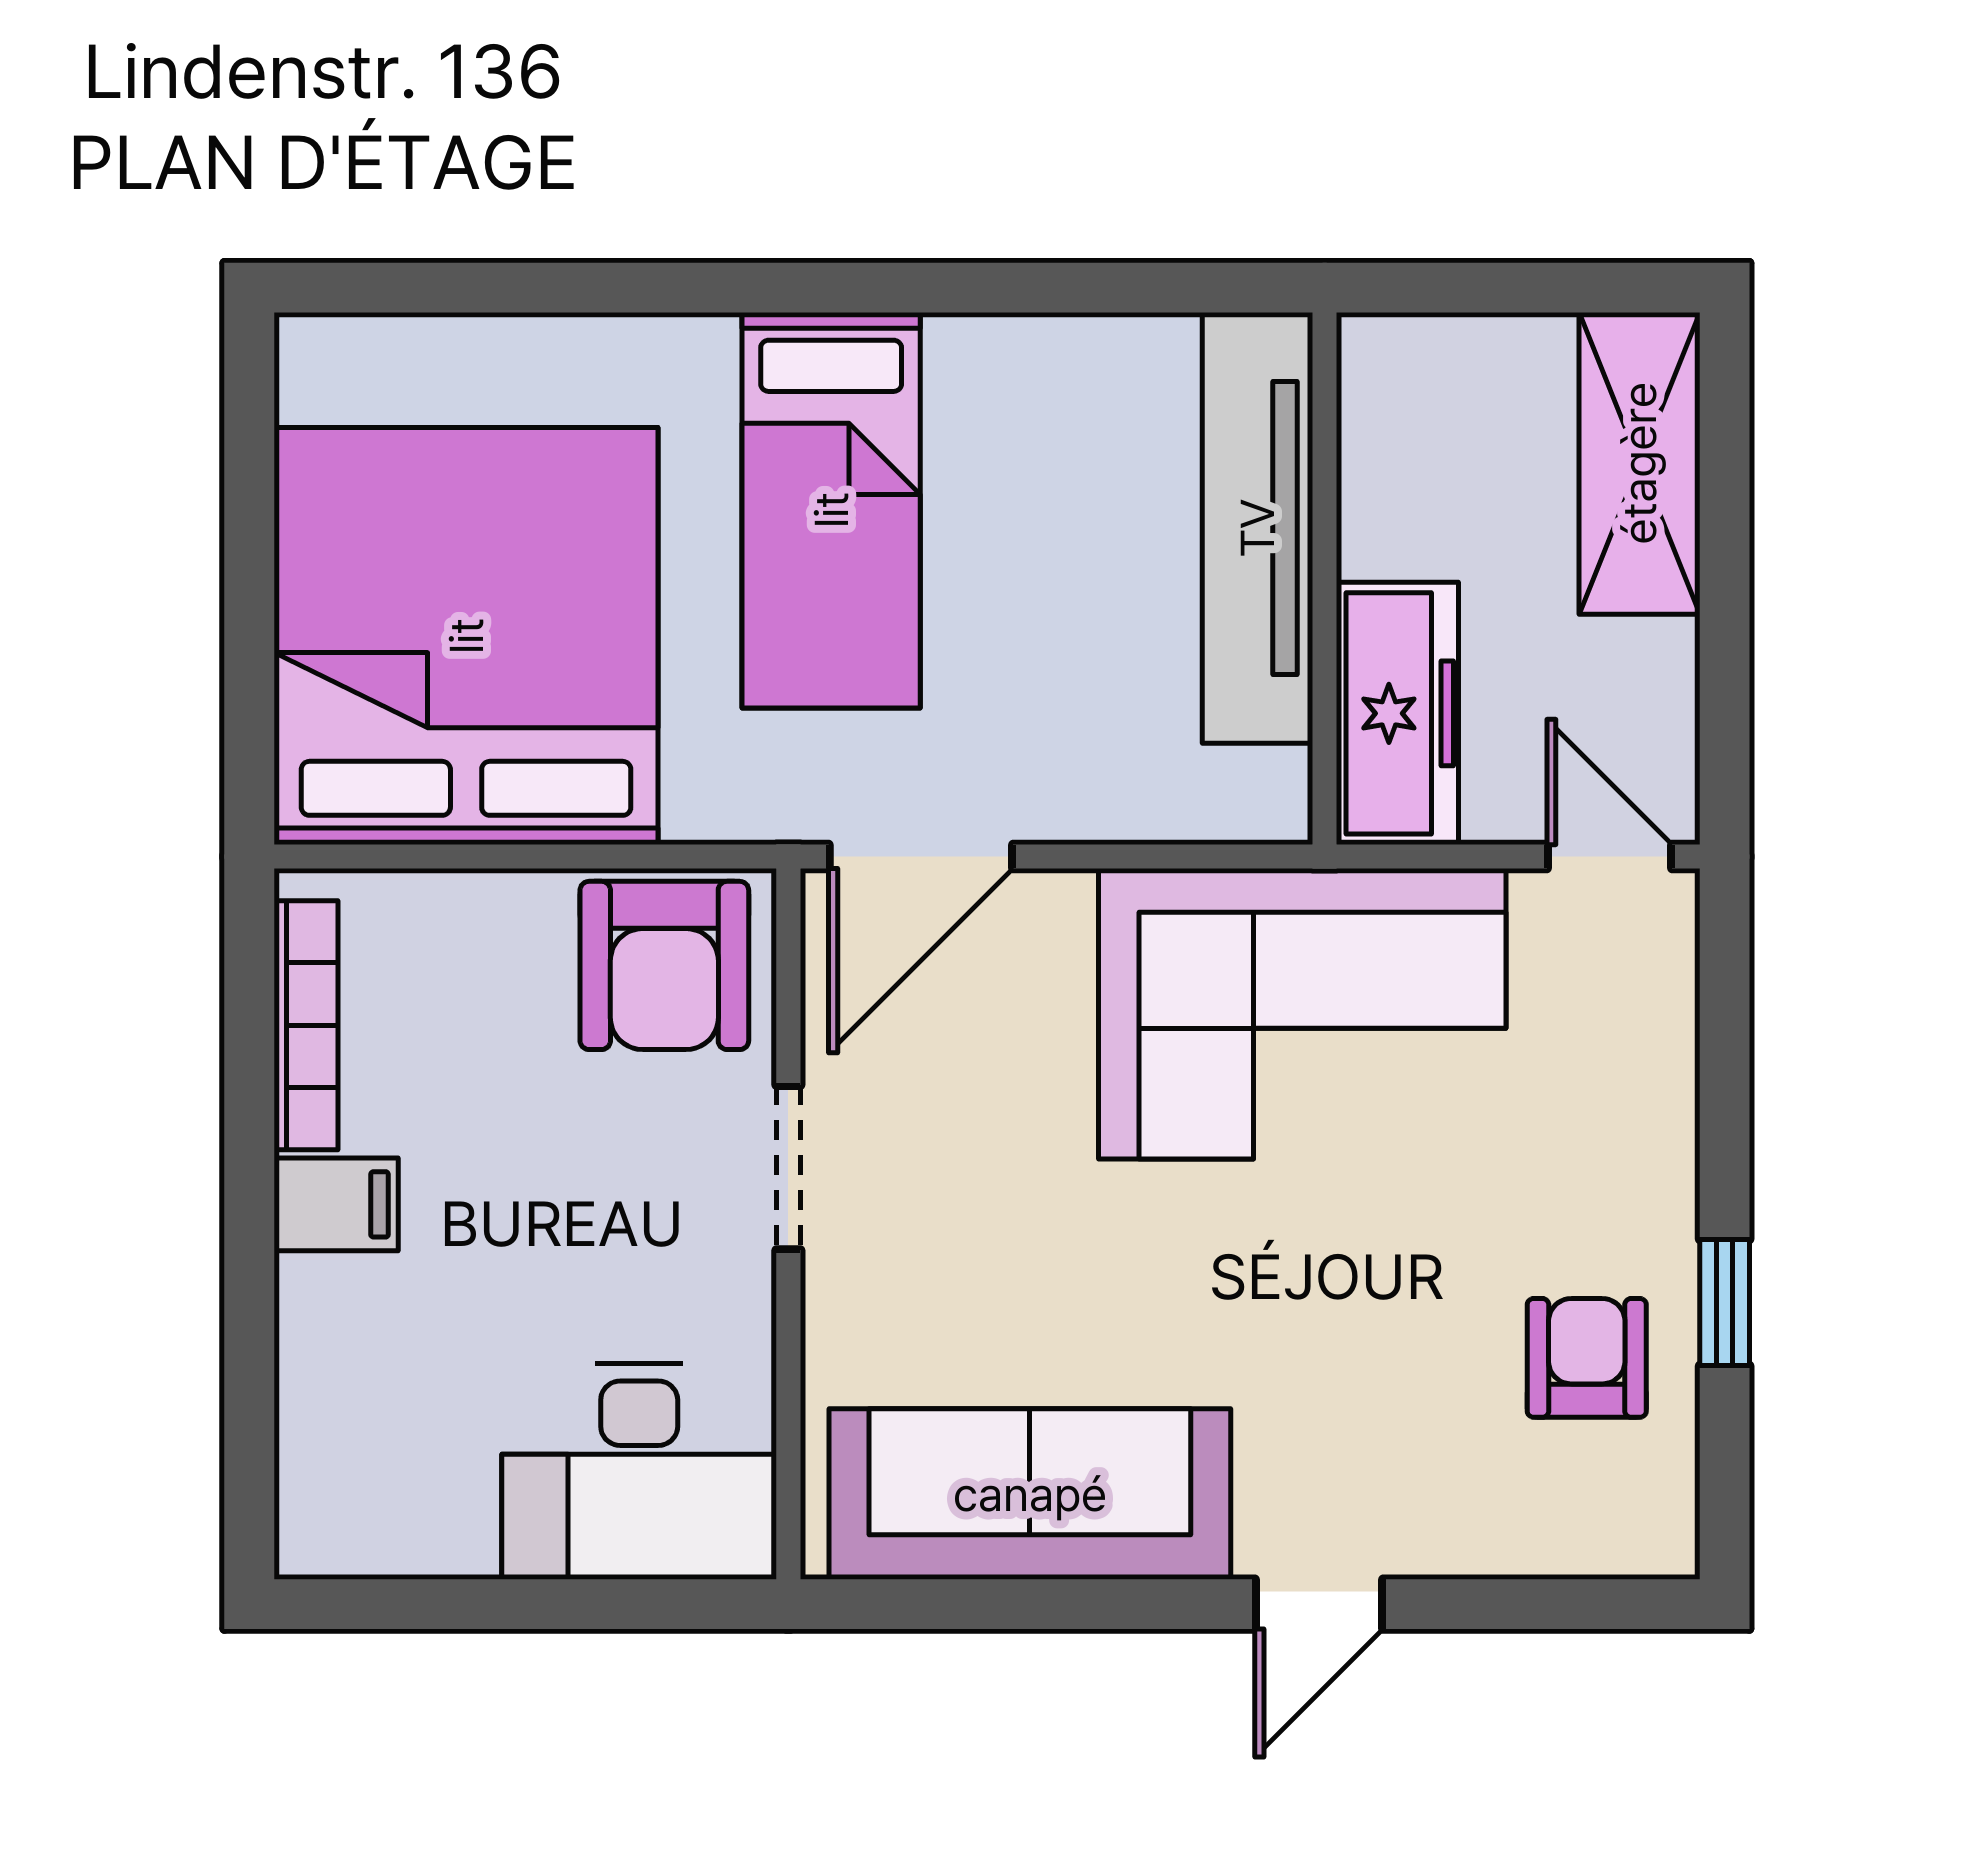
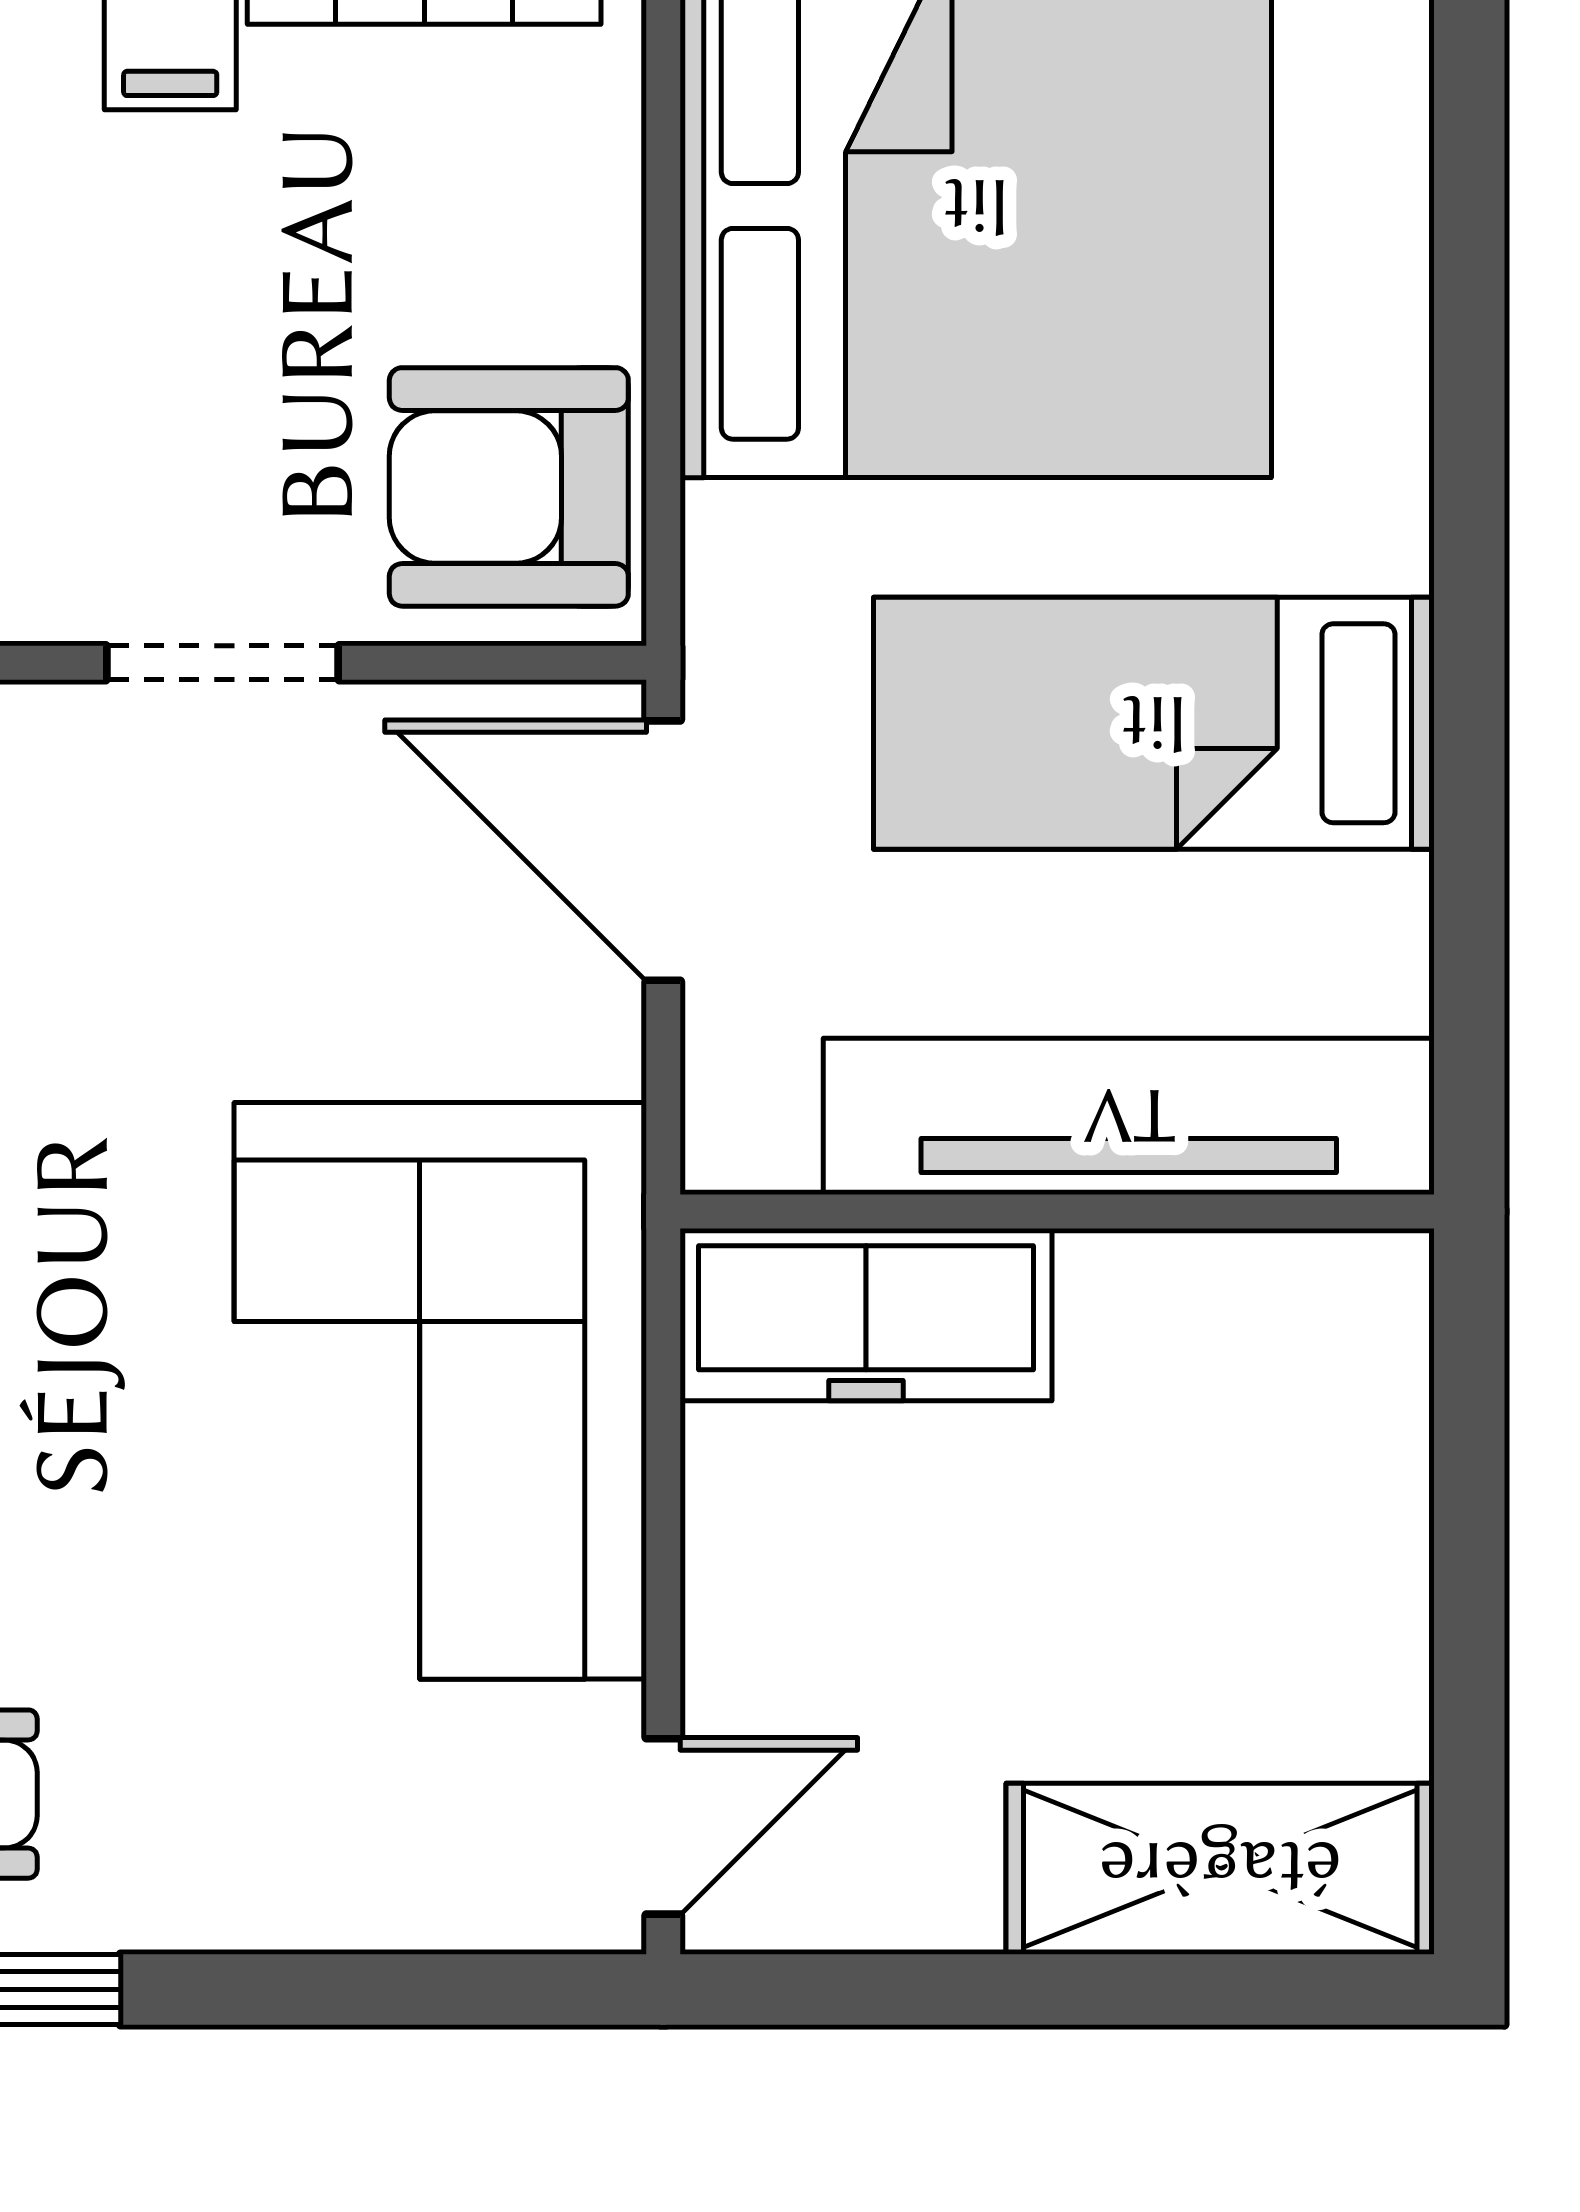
tv unit: (1257, 528) -> (1129, 1116), moved
wall: (1325, 579) -> (1057, 1211), moved
freezer: (1397, 713) -> (866, 1315), moved

